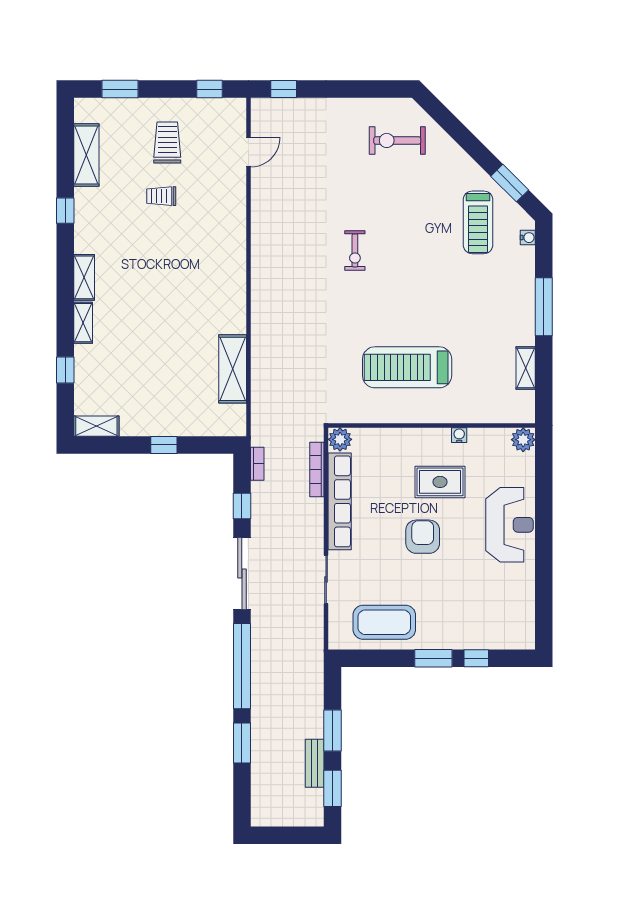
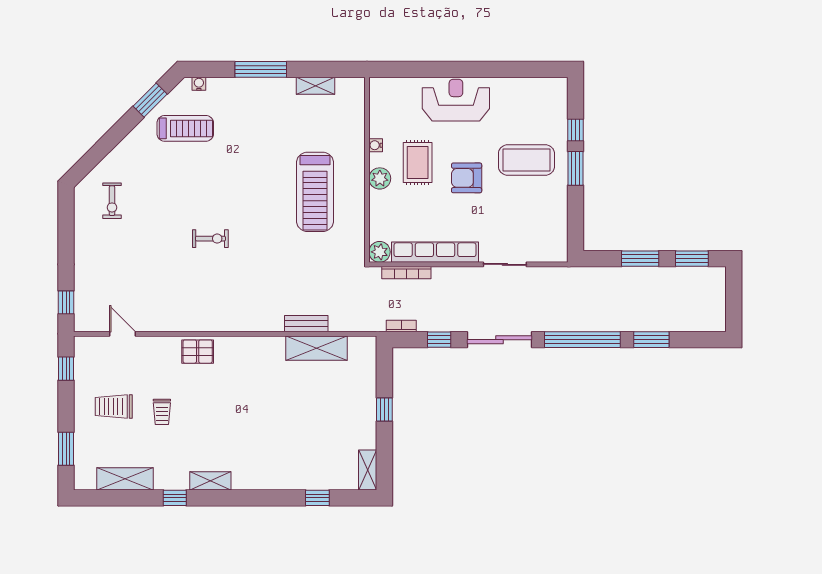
exercise bike: (397, 140) -> (112, 201), width x0.73, depth x0.72
pallet: (229, 236) -> (198, 352), added
shelving: (84, 277) -> (210, 481), moved
shelving: (83, 323) -> (275, 482), removed
plant: (523, 440) -> (380, 178), moved
coffee table: (384, 622) -> (526, 160), moved, turned 90
bench: (315, 763) -> (306, 324), moved

